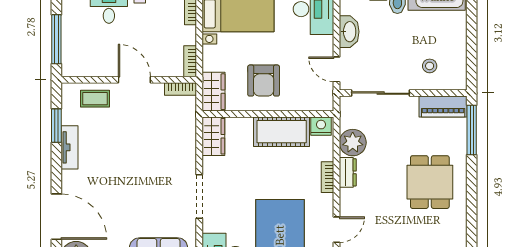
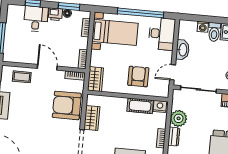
door: (336, 69) -> (173, 72), hinge flipped
armchair: (264, 81) -> (138, 76), moved, turned 180
cot: (282, 132) -> (140, 106), width x0.73, depth x0.75
wardrobe: (213, 136) -> (92, 118), moved
armchair: (171, 138) -> (67, 105), added

